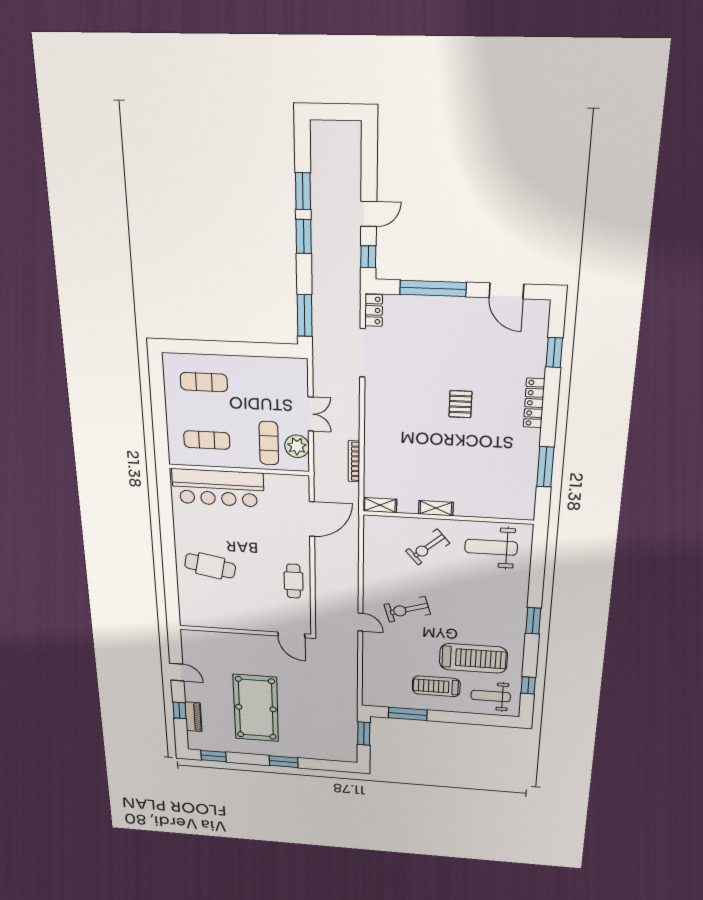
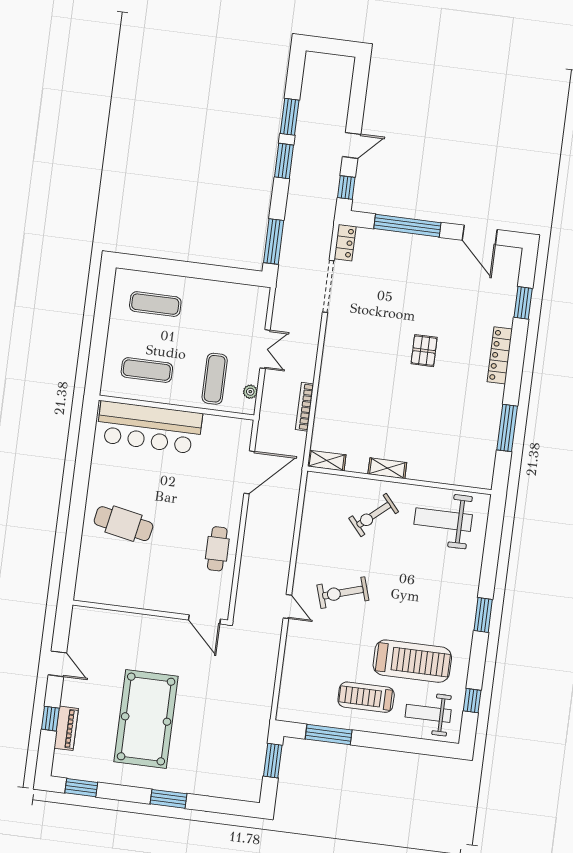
plant: (297, 446) -> (250, 392), width x0.53, depth x0.53

